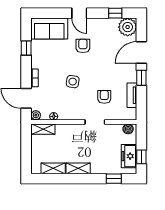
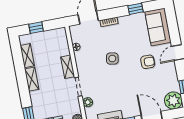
armchair: (104, 97) -> (104, 91), removed
plant: (36, 115) -> (88, 102), moved
shelving: (43, 129) -> (68, 67), moved
window: (26, 154) -> (36, 28), added

